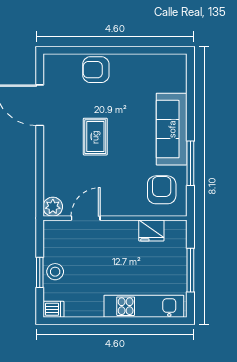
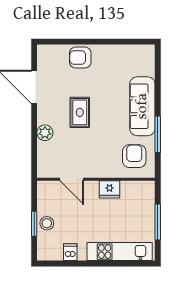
plant: (53, 207) -> (45, 133), moved
door: (86, 218) -> (72, 179), swing flipped
fridge: (151, 230) -> (109, 189), moved
dishwasher: (54, 309) -> (70, 252), moved, turned -90

